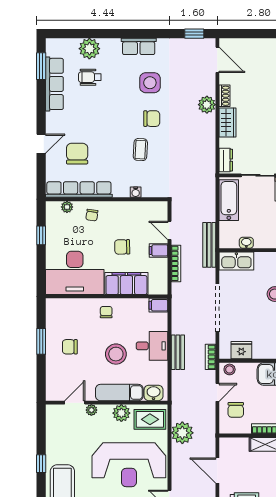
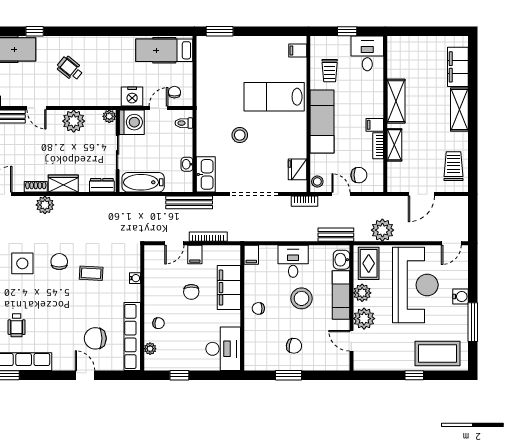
desk: (75, 273) -> (223, 349), width x0.73, depth x0.77
chair: (70, 347) -> (294, 346), turned -80
bench: (178, 352) -> (336, 235), moved
plant: (91, 410) -> (364, 319), width x1.87, depth x1.87

